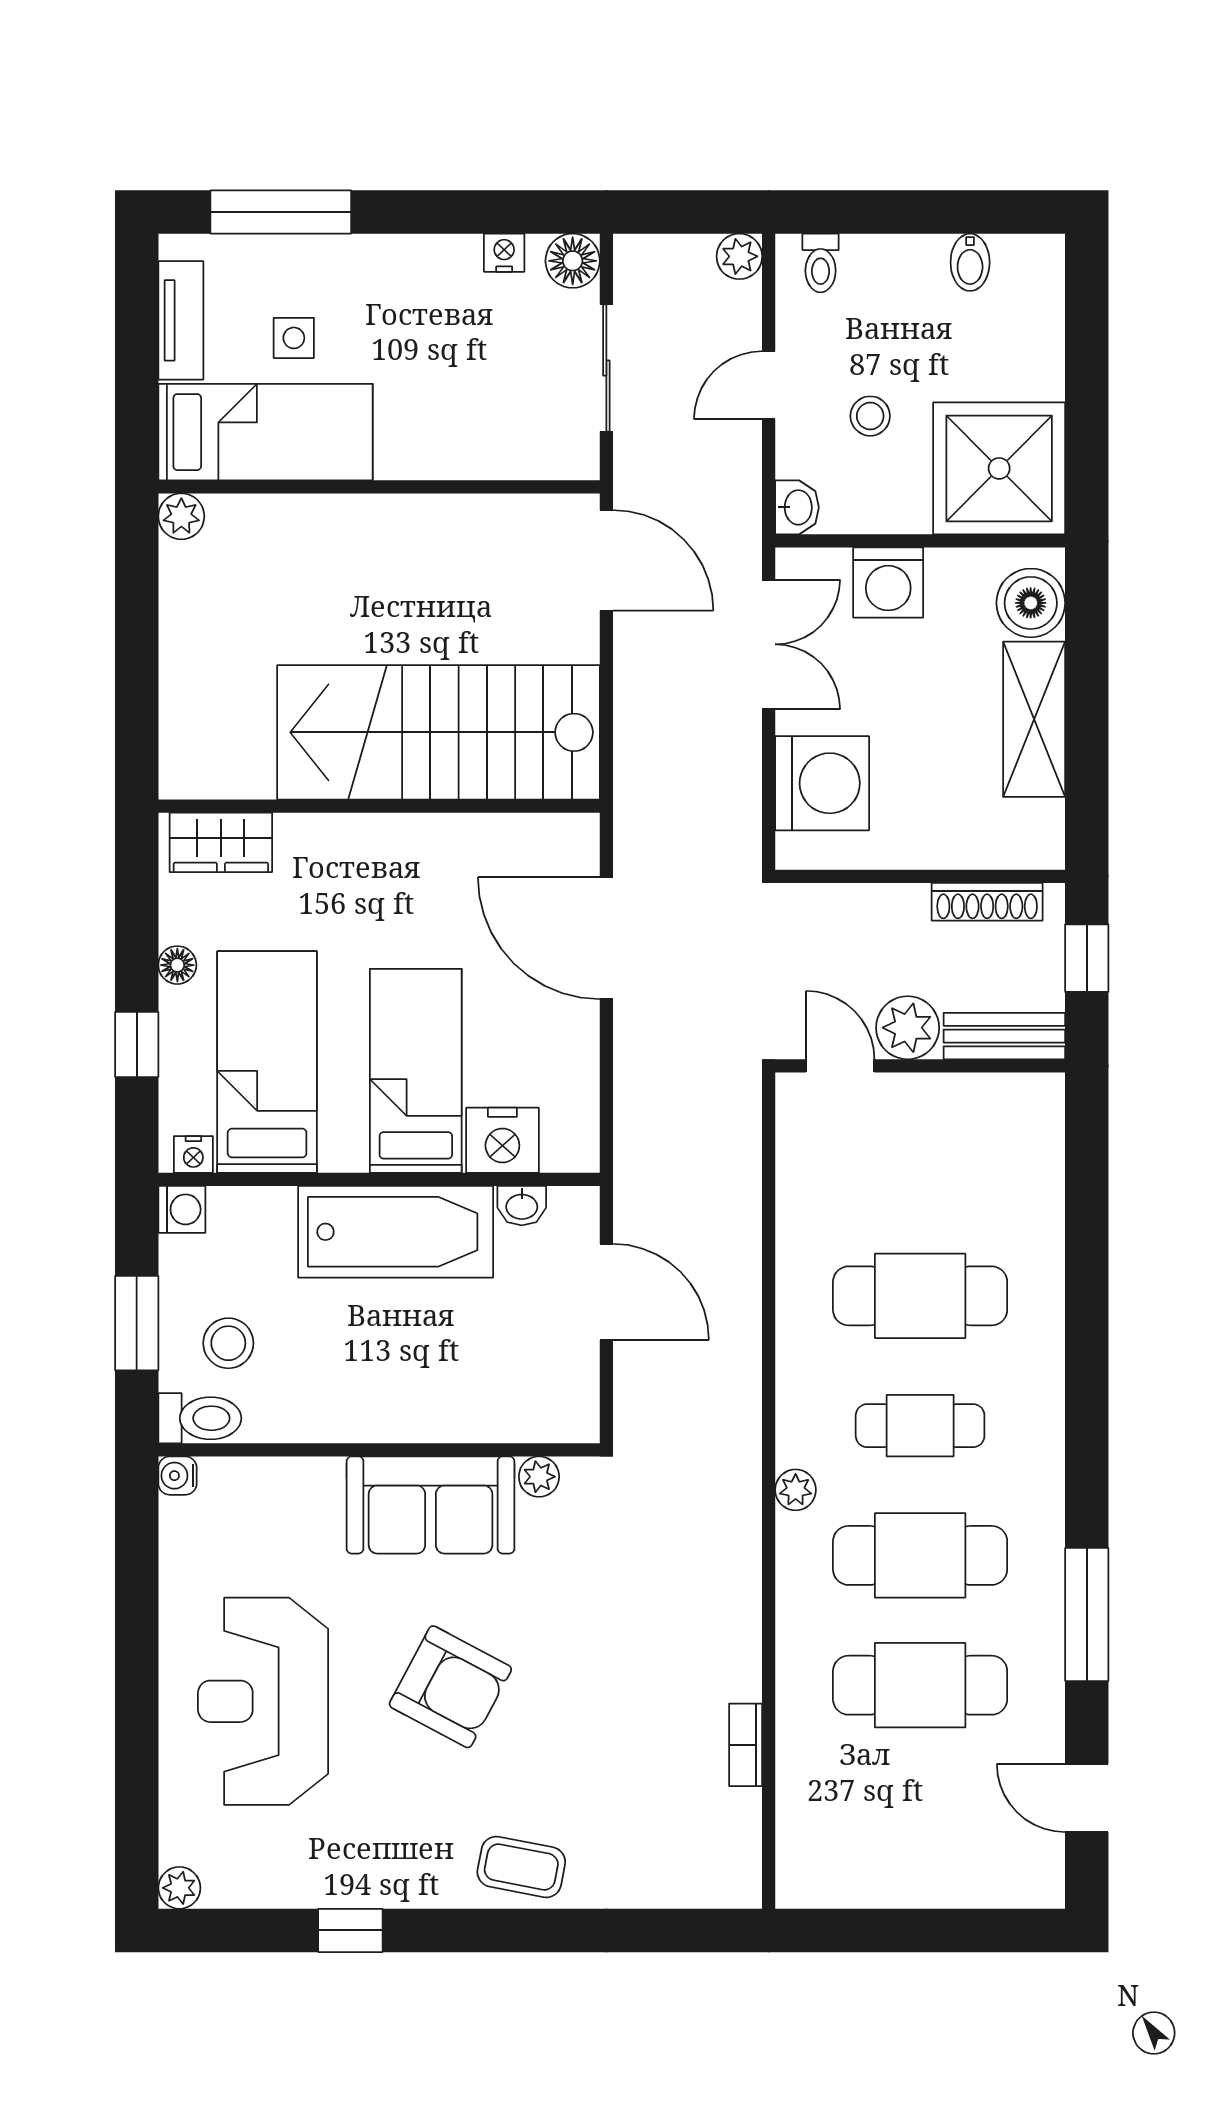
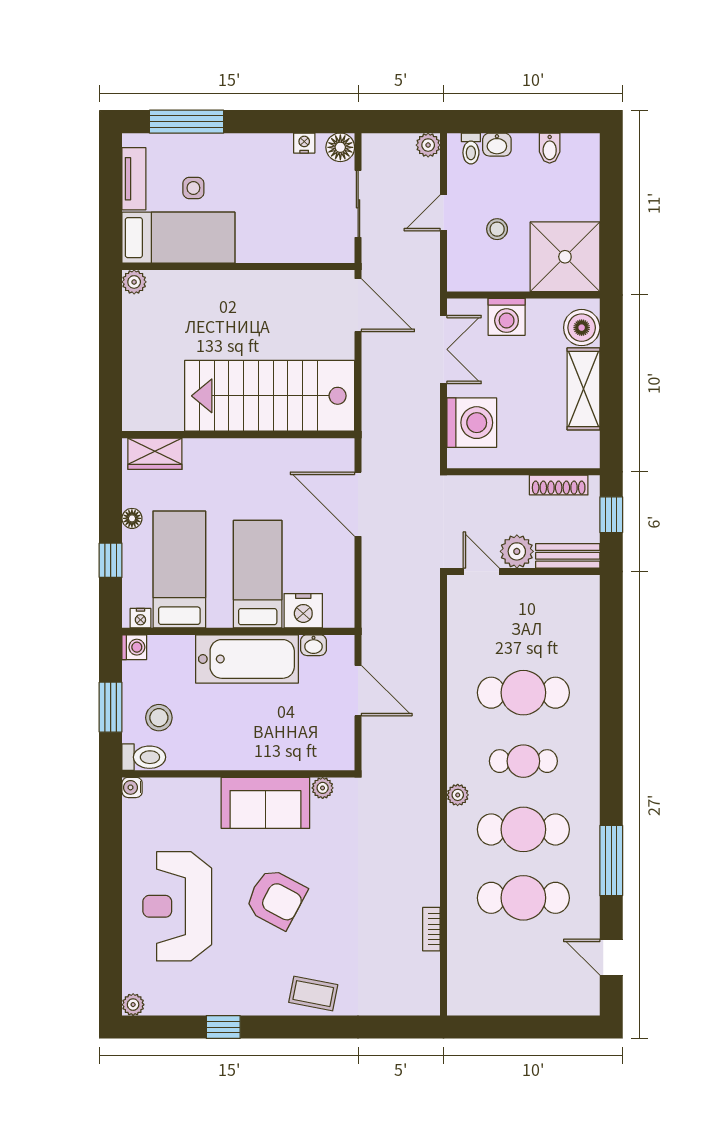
washbasin: (797, 507) -> (497, 145), moved, turned 90

